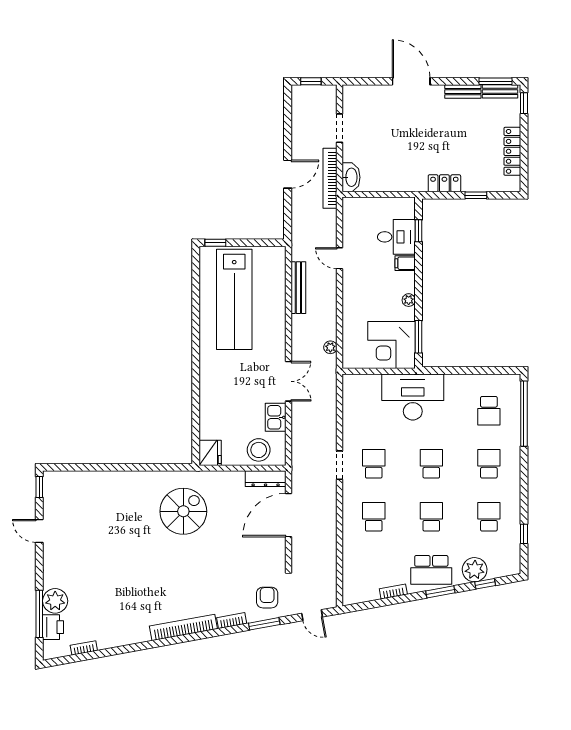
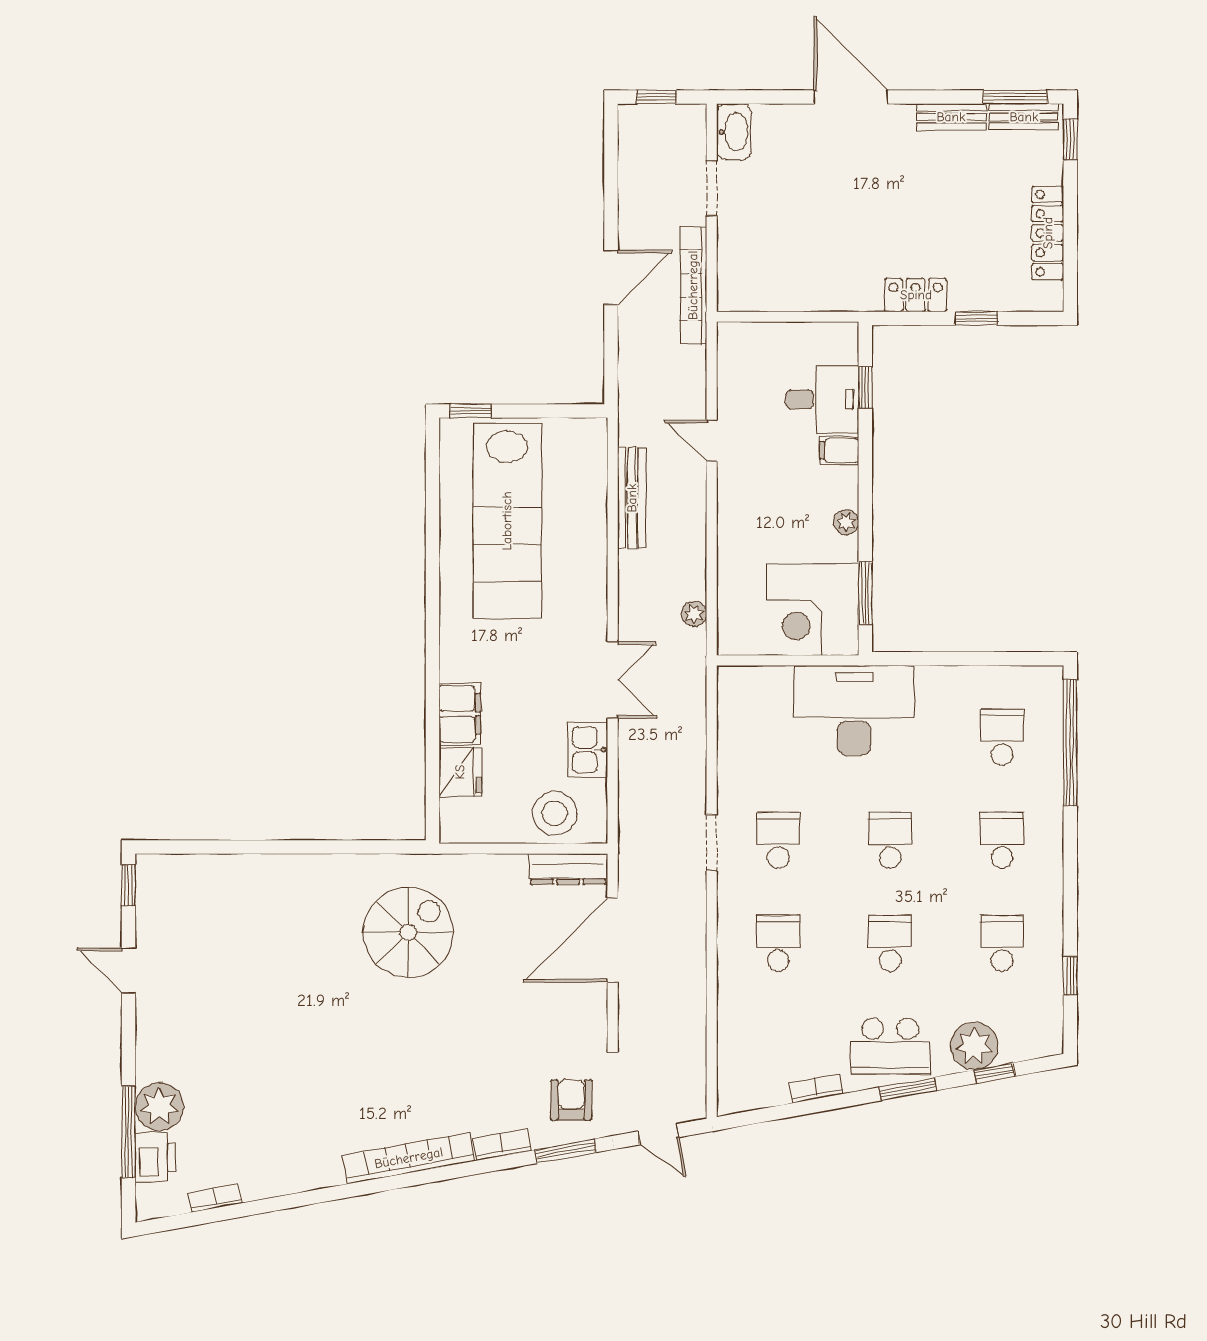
washbasin: (351, 177) -> (734, 132), moved
filing cabinet: (210, 399) -> (460, 714), added
school desk: (489, 411) -> (1002, 737), turned 180
fridge: (210, 453) -> (460, 772), moved

